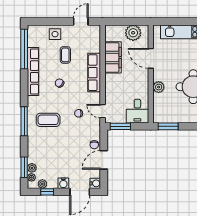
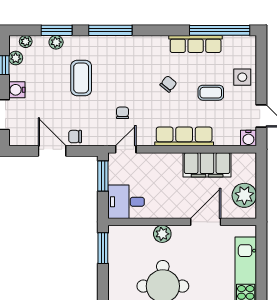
row of seats: (33, 71) -> (196, 44), width x0.73
coffee table: (48, 120) -> (81, 78), moved
window: (24, 167) -> (57, 30), moved
plant: (32, 168) -> (56, 42), moved
water cooler: (95, 183) -> (248, 138), moved

